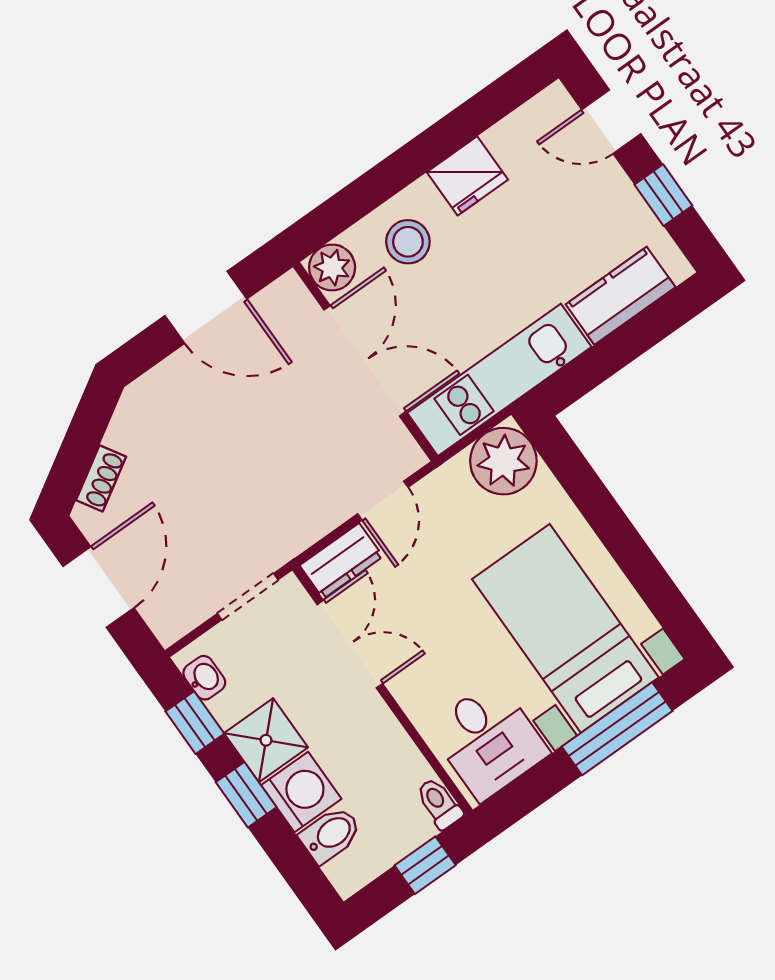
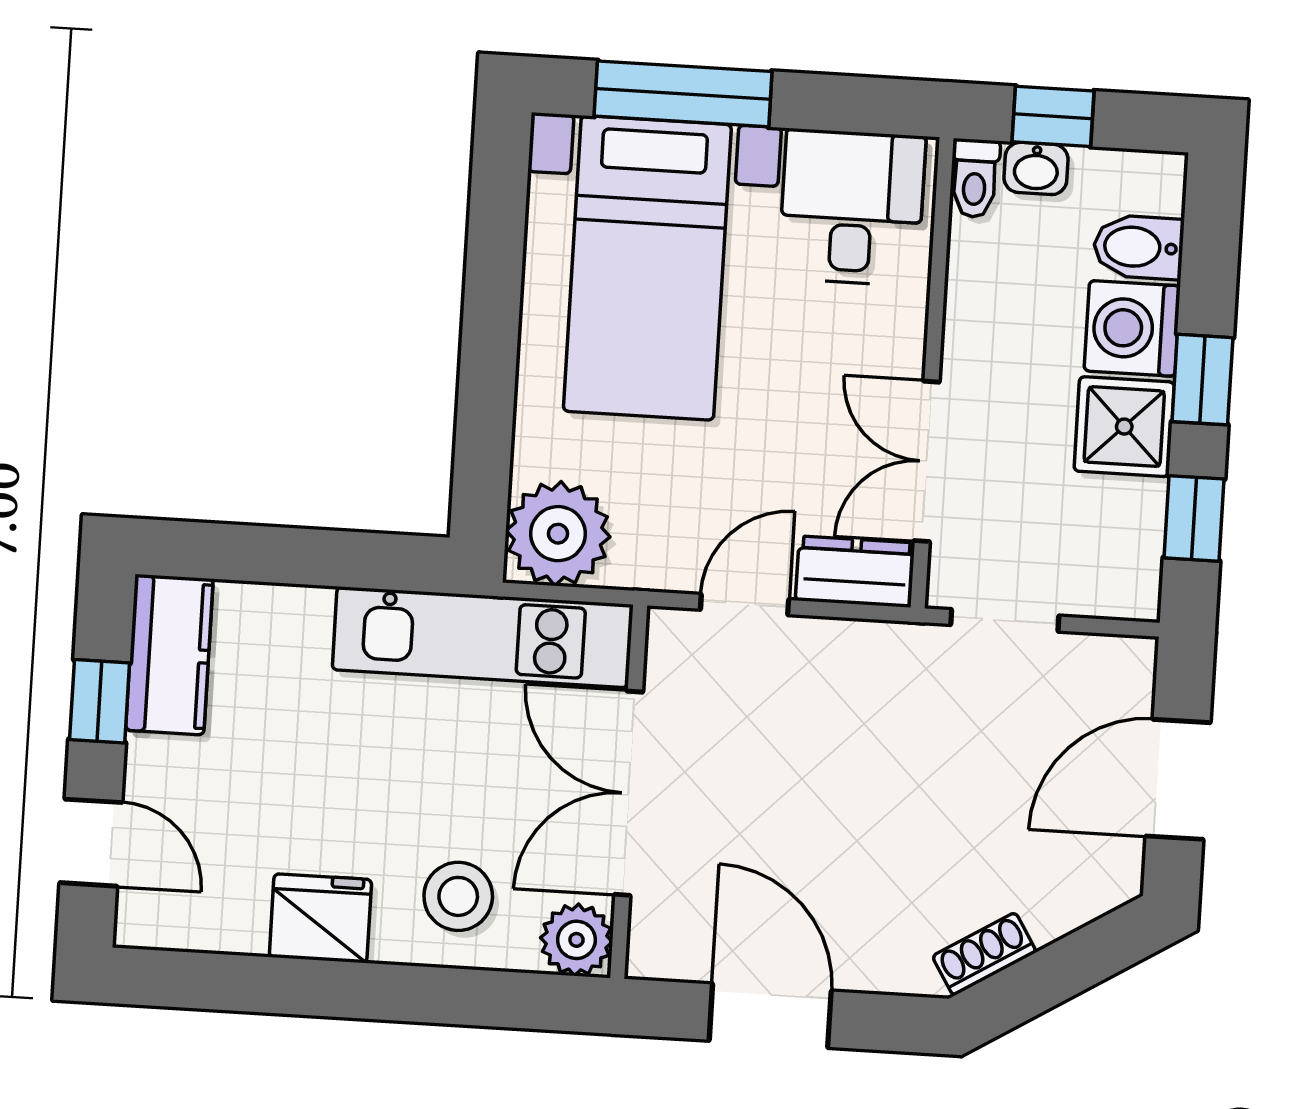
kitchen counter: (621, 296) -> (169, 655), moved, turned -90
shoe rack: (101, 478) -> (984, 954), moved
washbasin: (204, 678) -> (1036, 168), moved, turned -90

